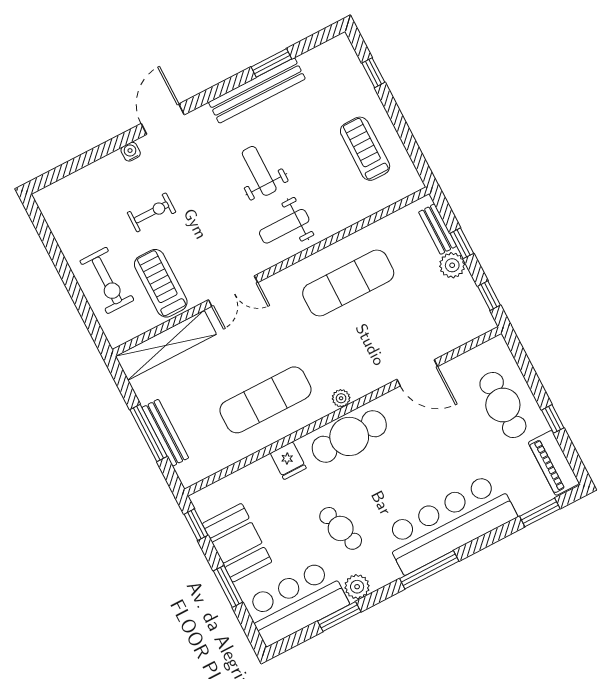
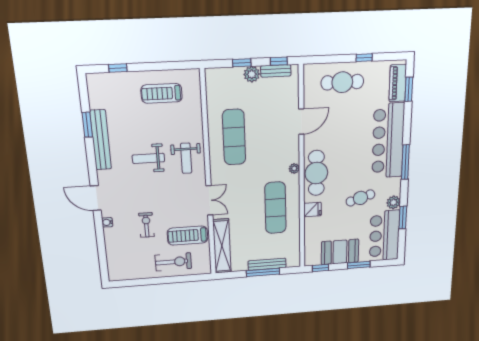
bench: (438, 229) -> (276, 71), moved
piano: (554, 463) -> (398, 83), moved, turned 90

